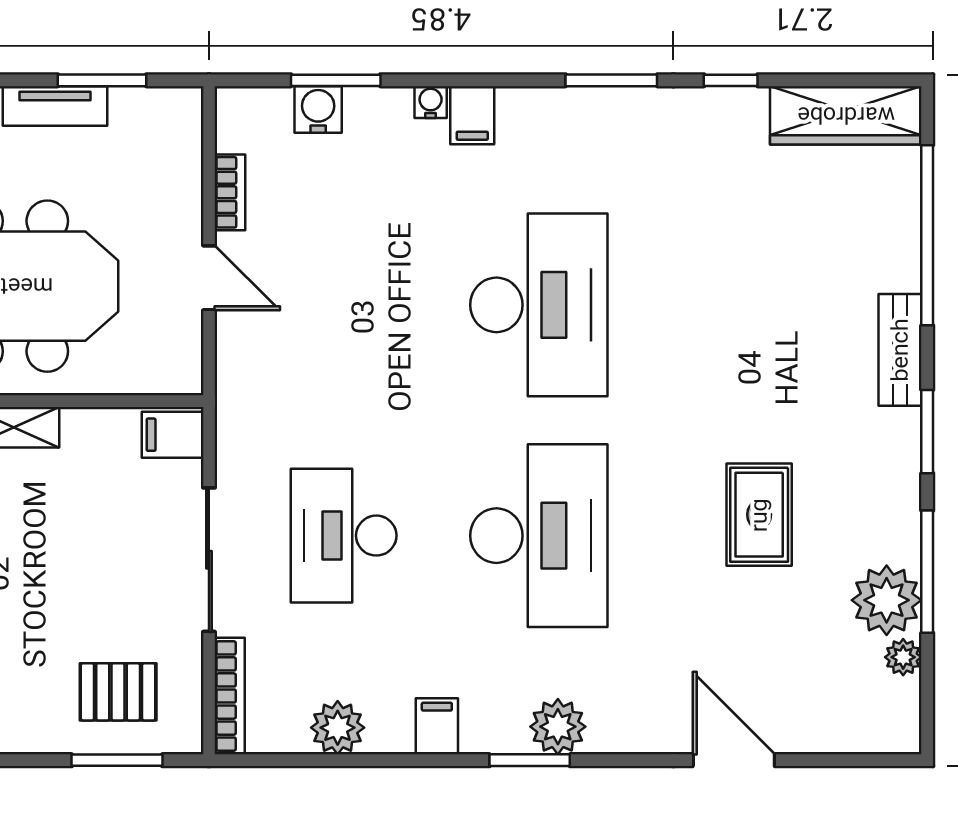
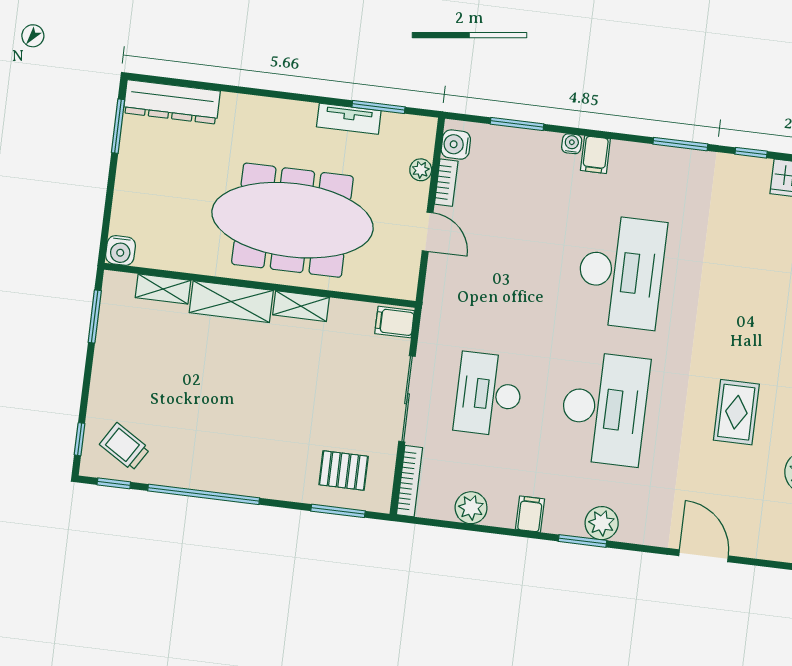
water cooler: (318, 110) -> (456, 145), moved, turned -90
plant: (185, 176) -> (421, 170), added

